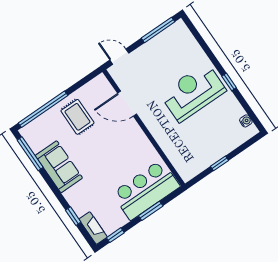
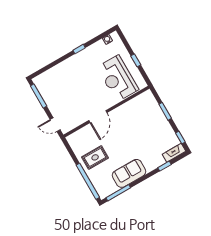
door: (119, 57) -> (55, 125), hinge flipped
reception desk: (193, 92) -> (118, 78), moved
door: (127, 104) -> (98, 117), moved
bar counter: (146, 190) -> (150, 113), removed

